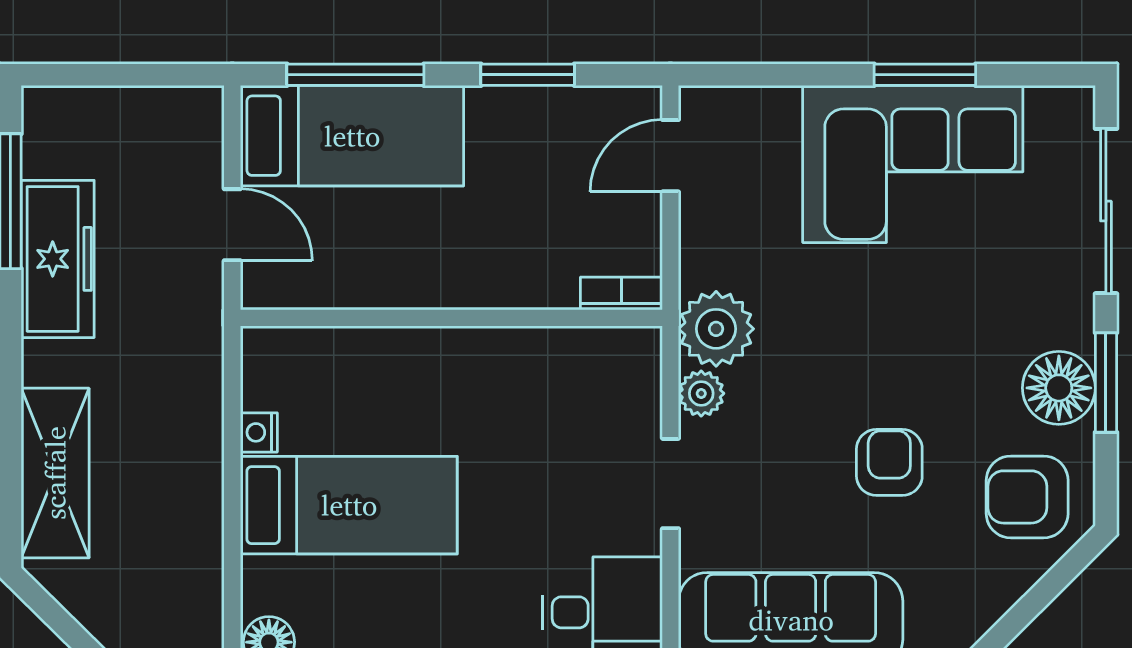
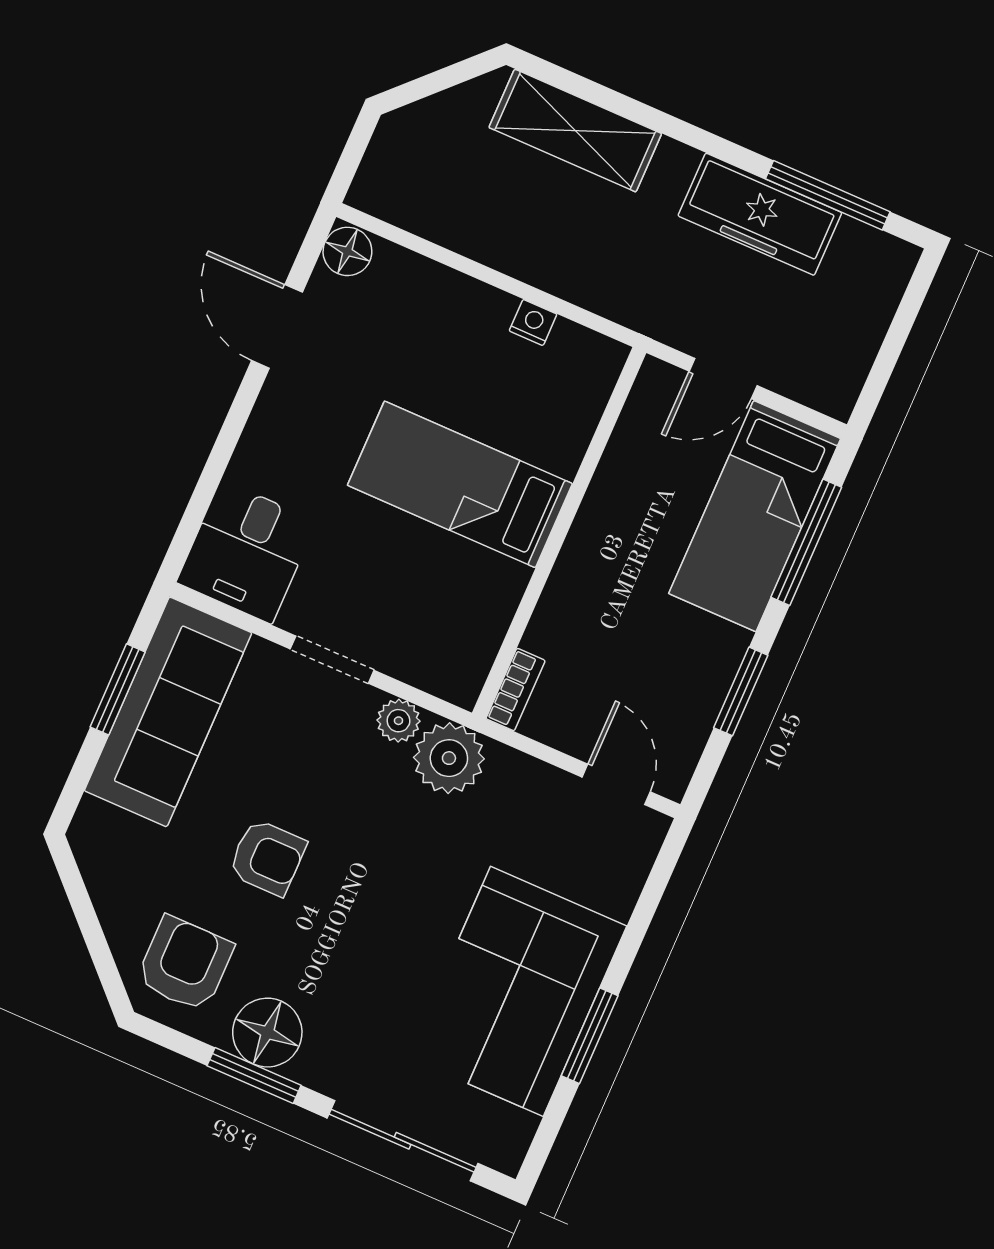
bed: (349, 505) -> (460, 484), moved, turned 90

